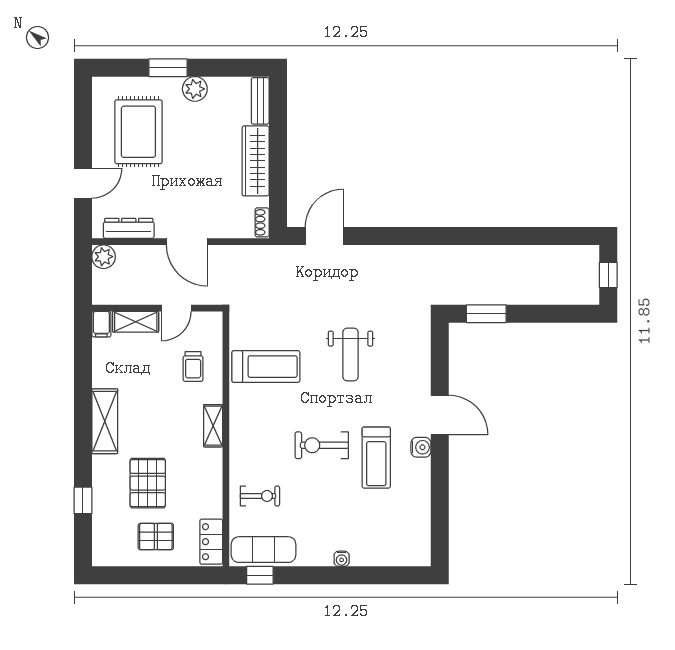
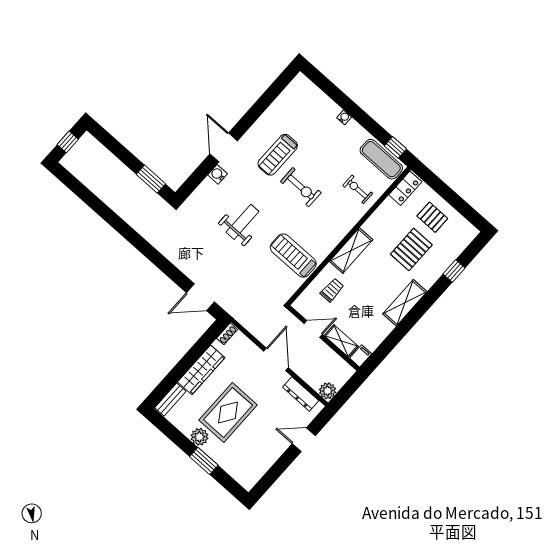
rug: (138, 132) -> (228, 412), moved
shelving: (213, 426) -> (351, 251), width x1.50, depth x1.33
water cooler: (421, 447) -> (218, 174), moved
treadmill: (376, 458) -> (278, 155), turned 180

